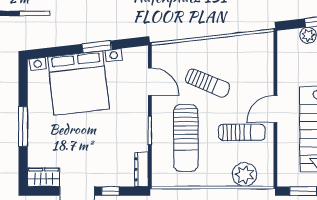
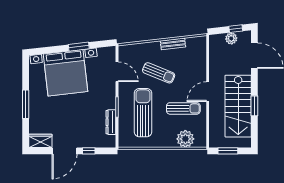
bench: (227, 43) -> (173, 44), added
sun lounger: (186, 138) -> (143, 113), turned 180
dresser: (141, 169) -> (111, 122), moved

